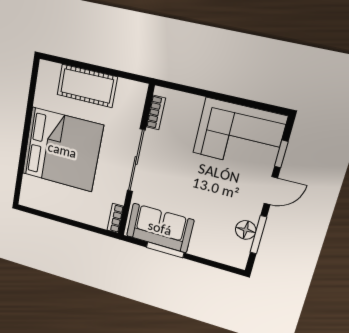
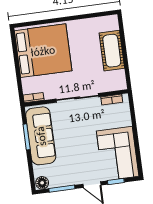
bed: (62, 150) -> (43, 51), moved, turned -90
sofa: (160, 228) -> (41, 136), width x1.36
floor lamp: (246, 230) -> (42, 183), moved

